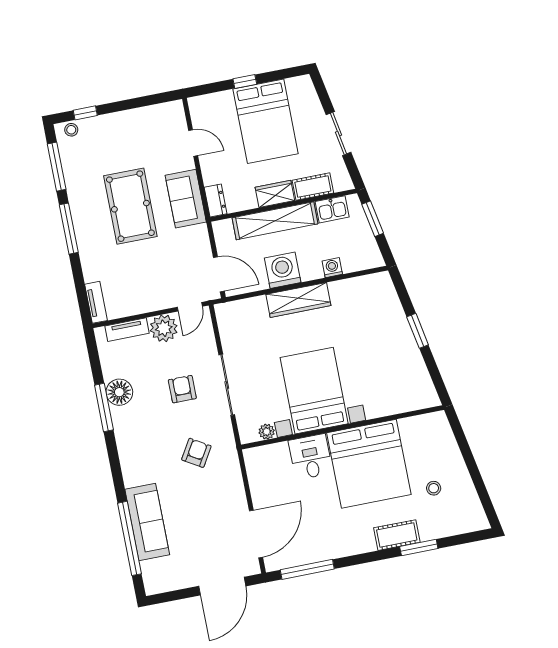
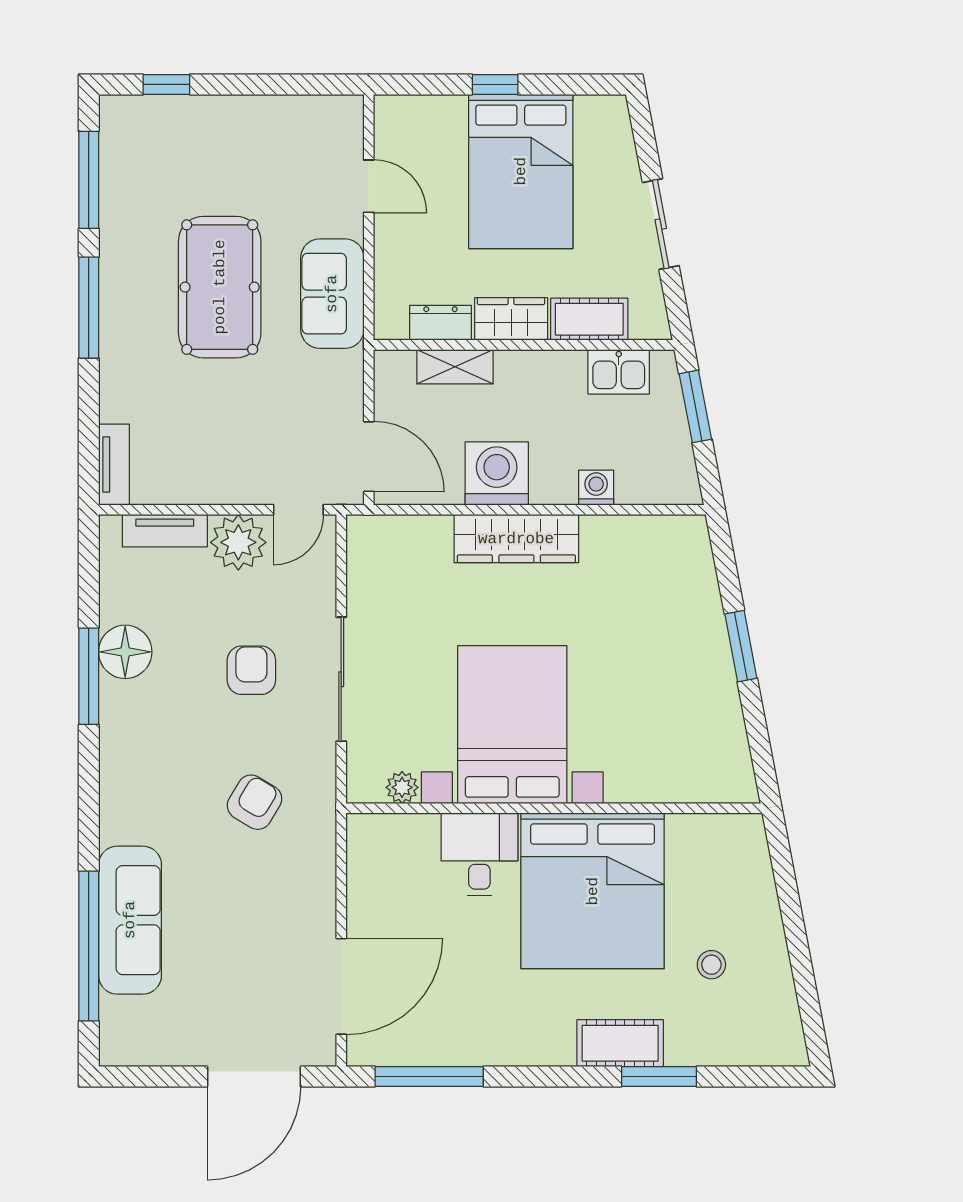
stool: (71, 130) -> (132, 113), removed
dresser: (216, 201) -> (440, 323), moved, turned -90
shelving: (275, 221) -> (455, 367), width x0.45, depth x0.75

